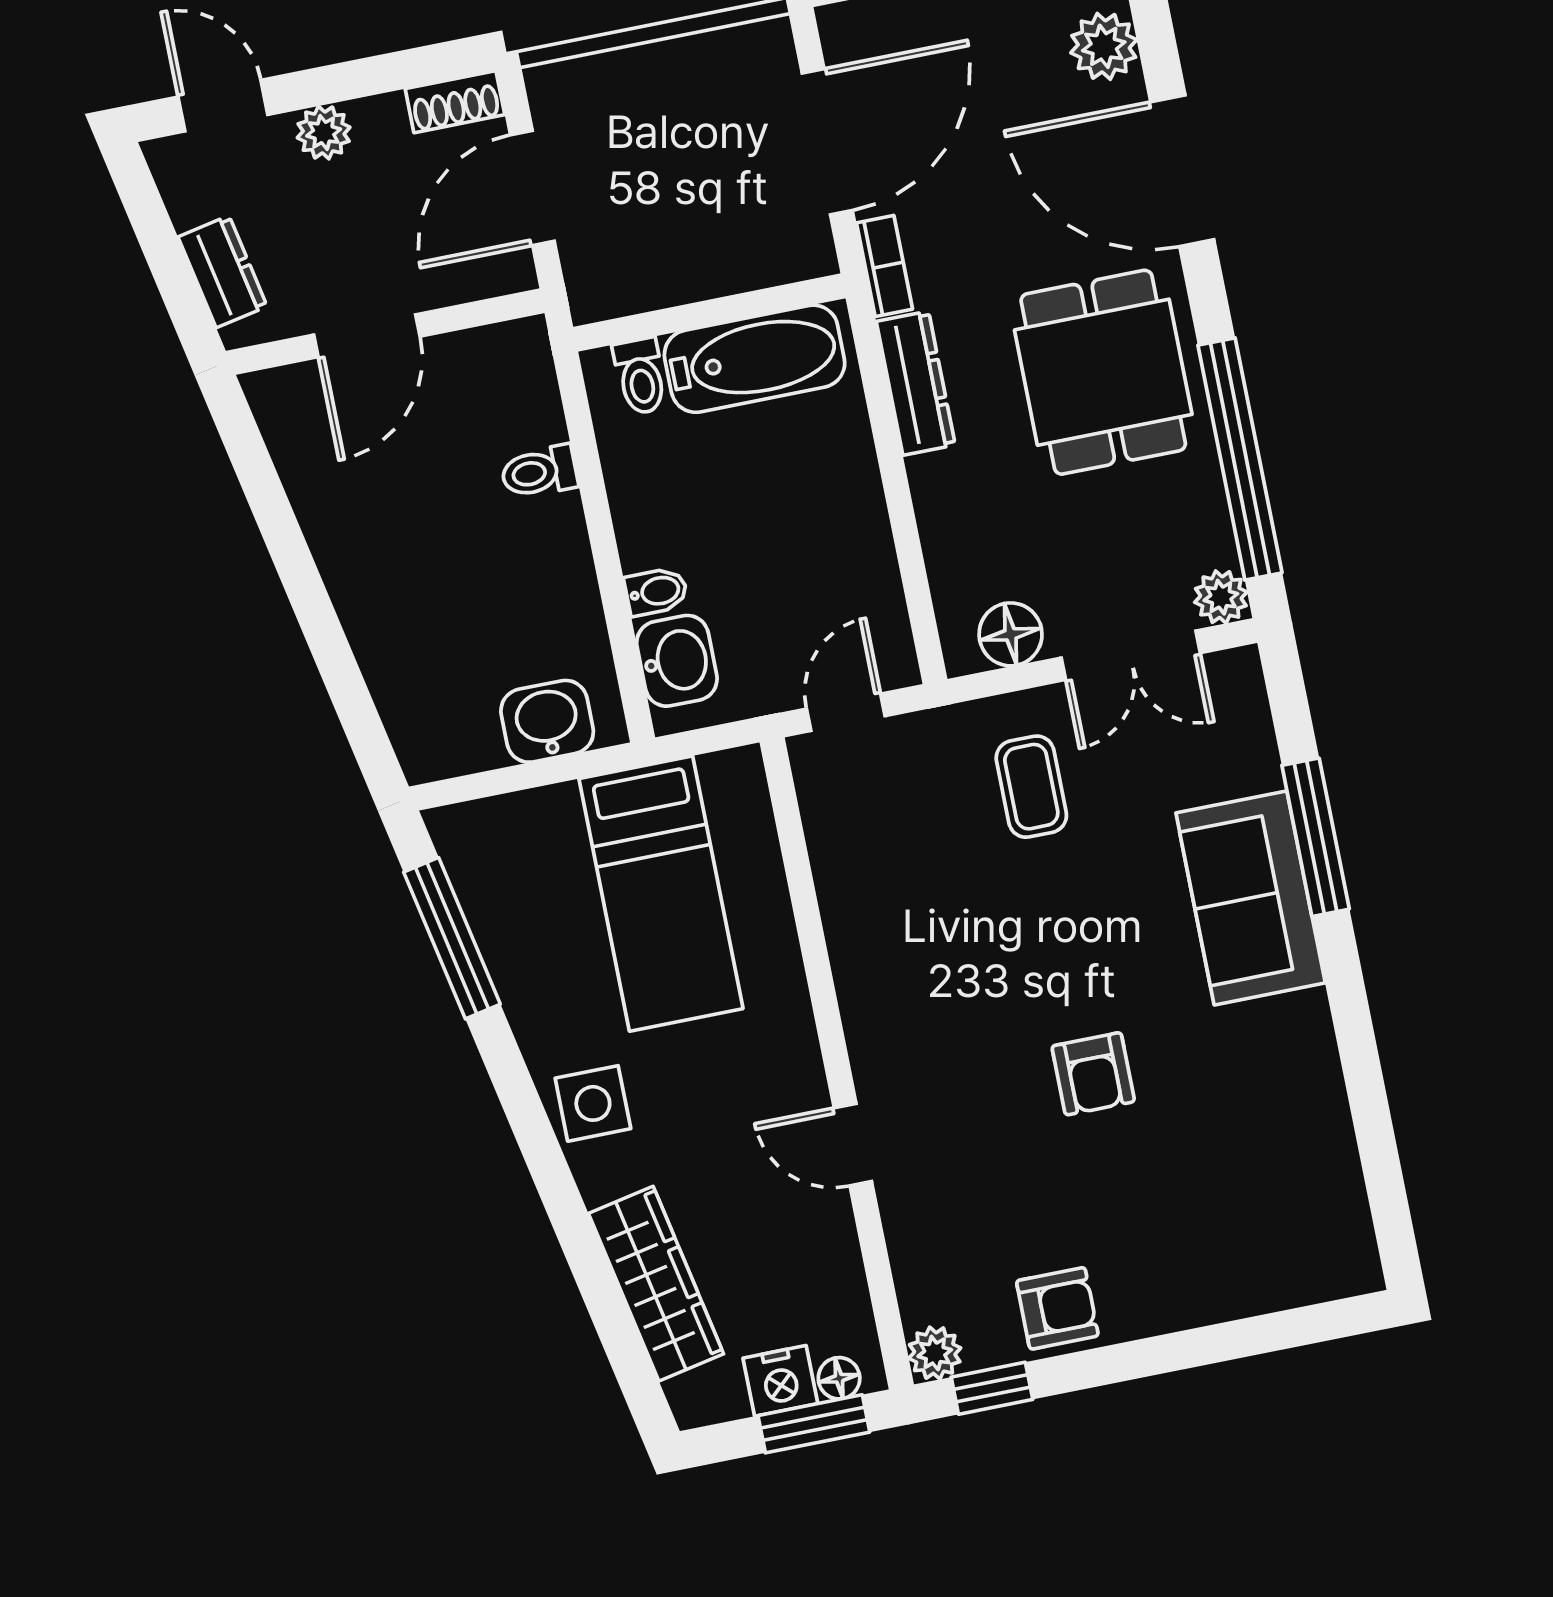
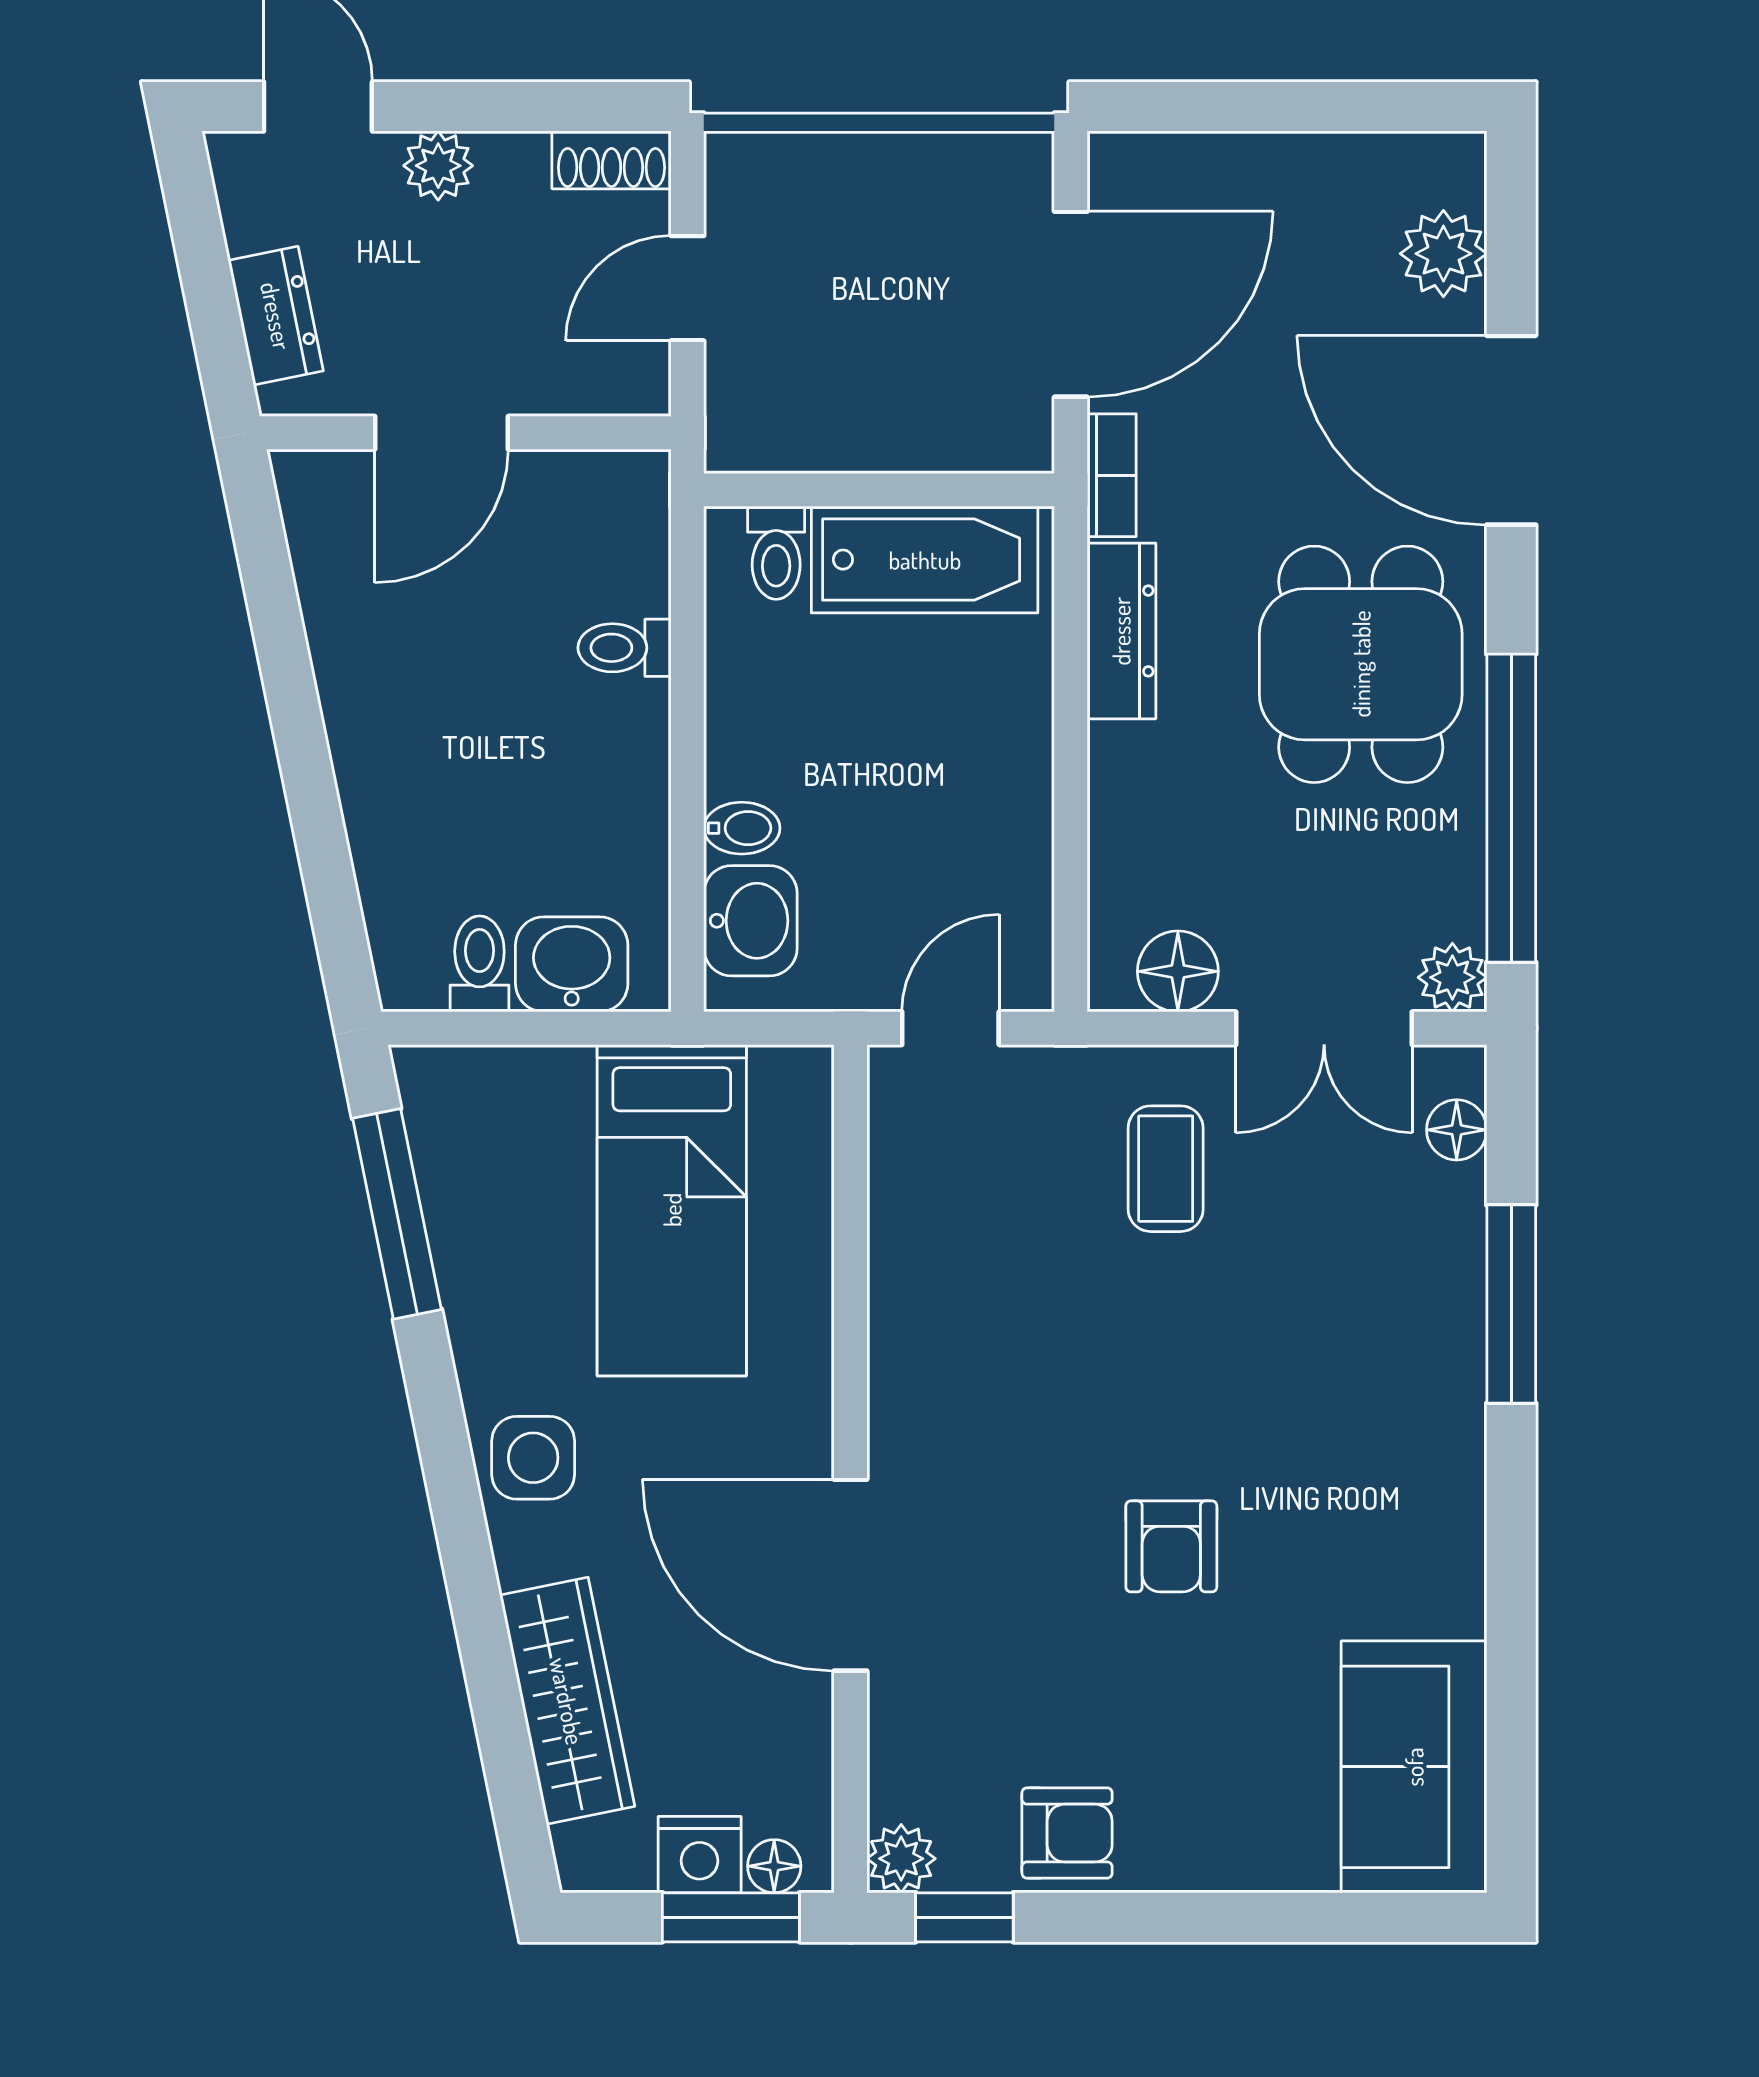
door: (532, 188) -> (687, 288), width x0.73
floor lamp: (1247, 713) -> (1457, 1130), added
toilet: (477, 735) -> (479, 964), added
sofa: (1251, 898) -> (1414, 1767), moved
door: (853, 1145) -> (851, 1575), width x1.88

